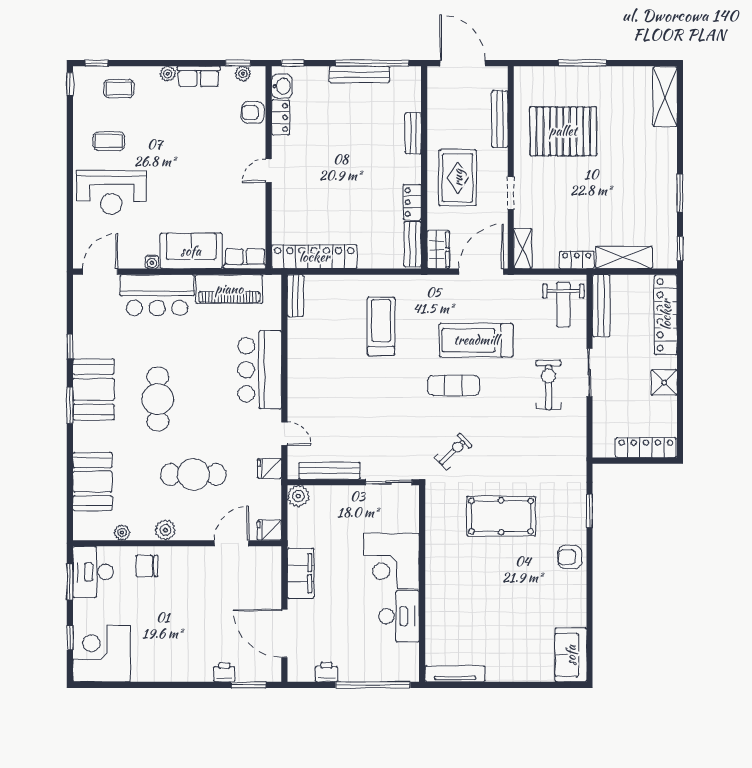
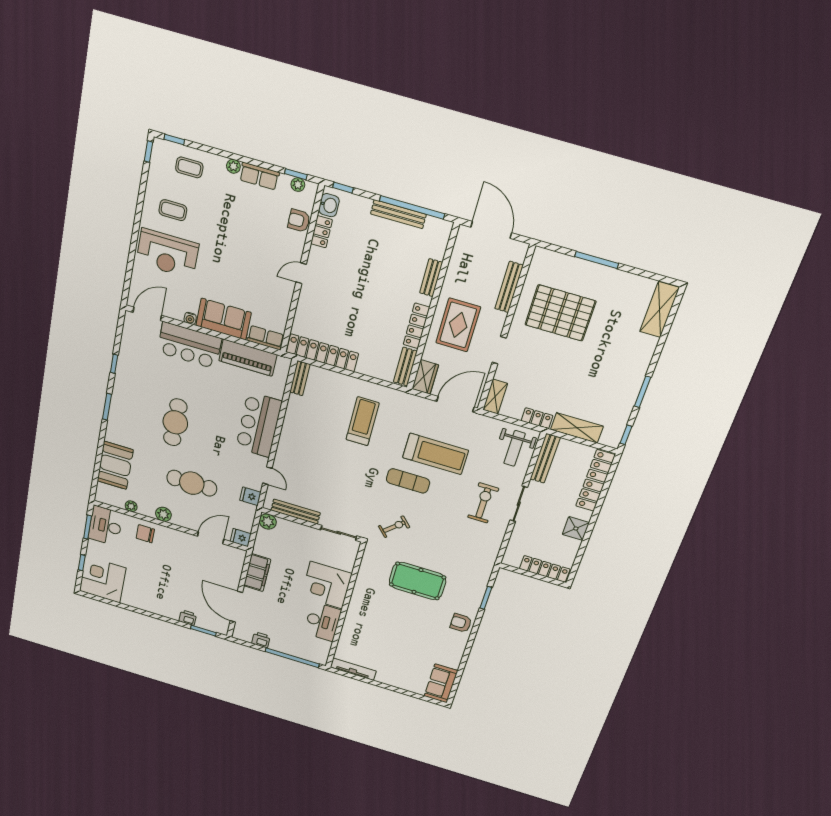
locker: (412, 202) -> (416, 326), width x1.53
treadmill: (476, 340) -> (435, 454), turned 180
booth: (93, 389) -> (127, 401), removed

